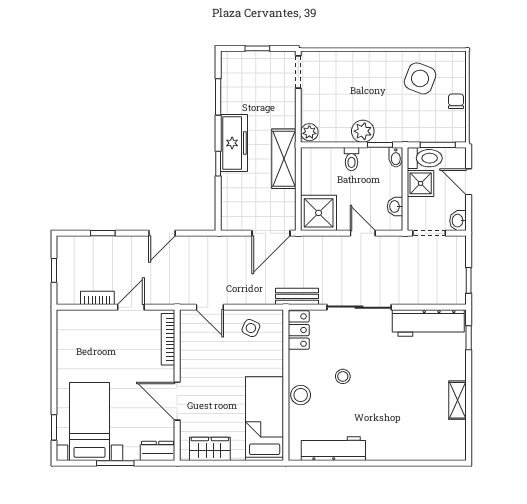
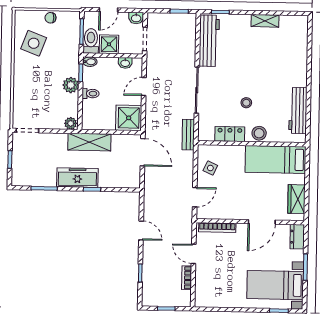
locker: (299, 330) -> (230, 134), moved

